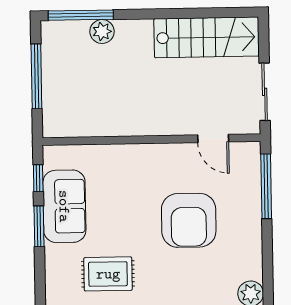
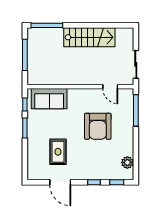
plant: (102, 32) -> (57, 34), removed
stairs: (207, 37) -> (89, 37), moved
sofa: (64, 206) -> (49, 99), moved, turned 90
rug: (108, 274) -> (58, 152), turned 90

